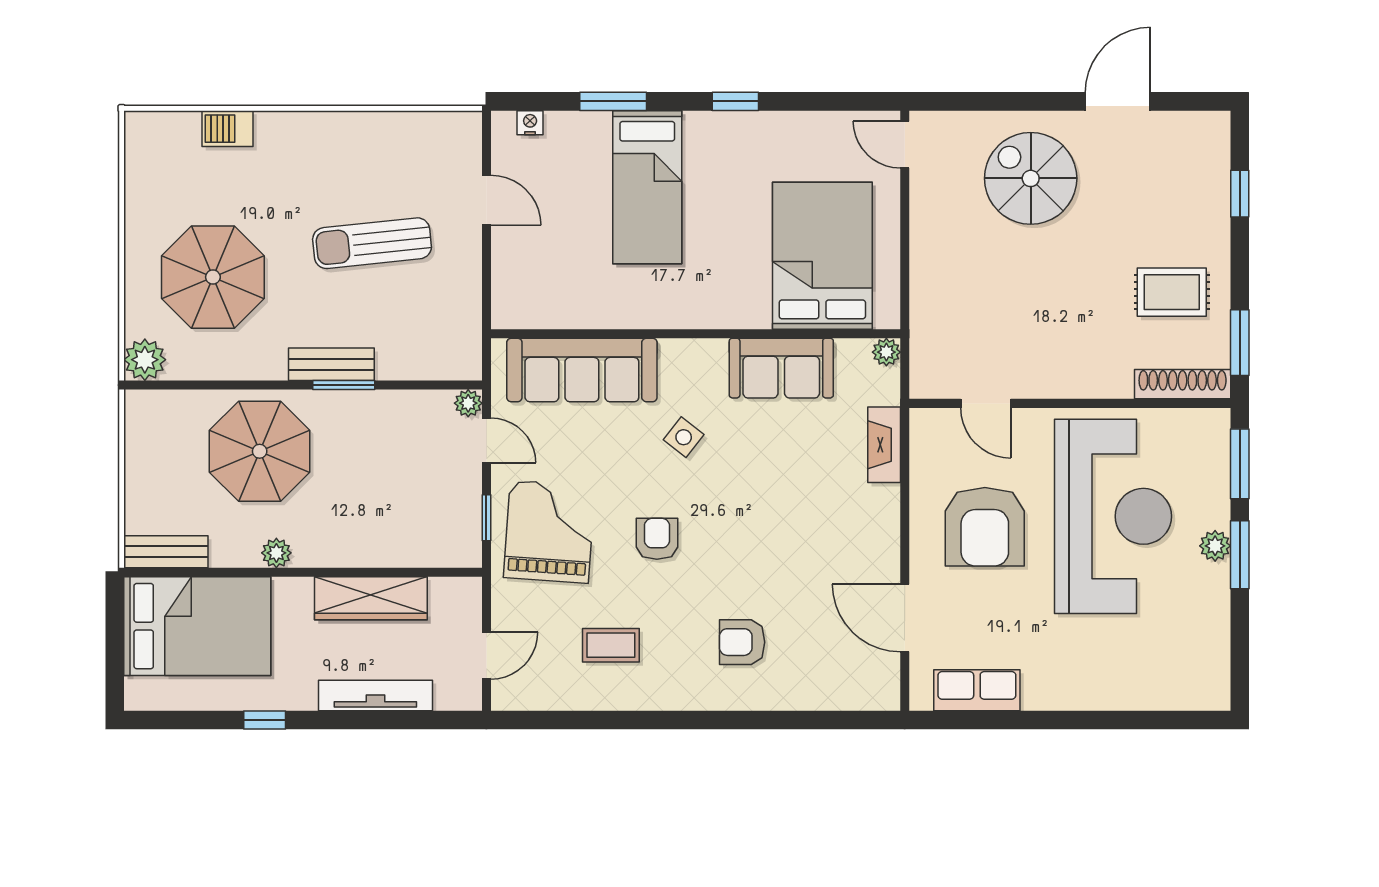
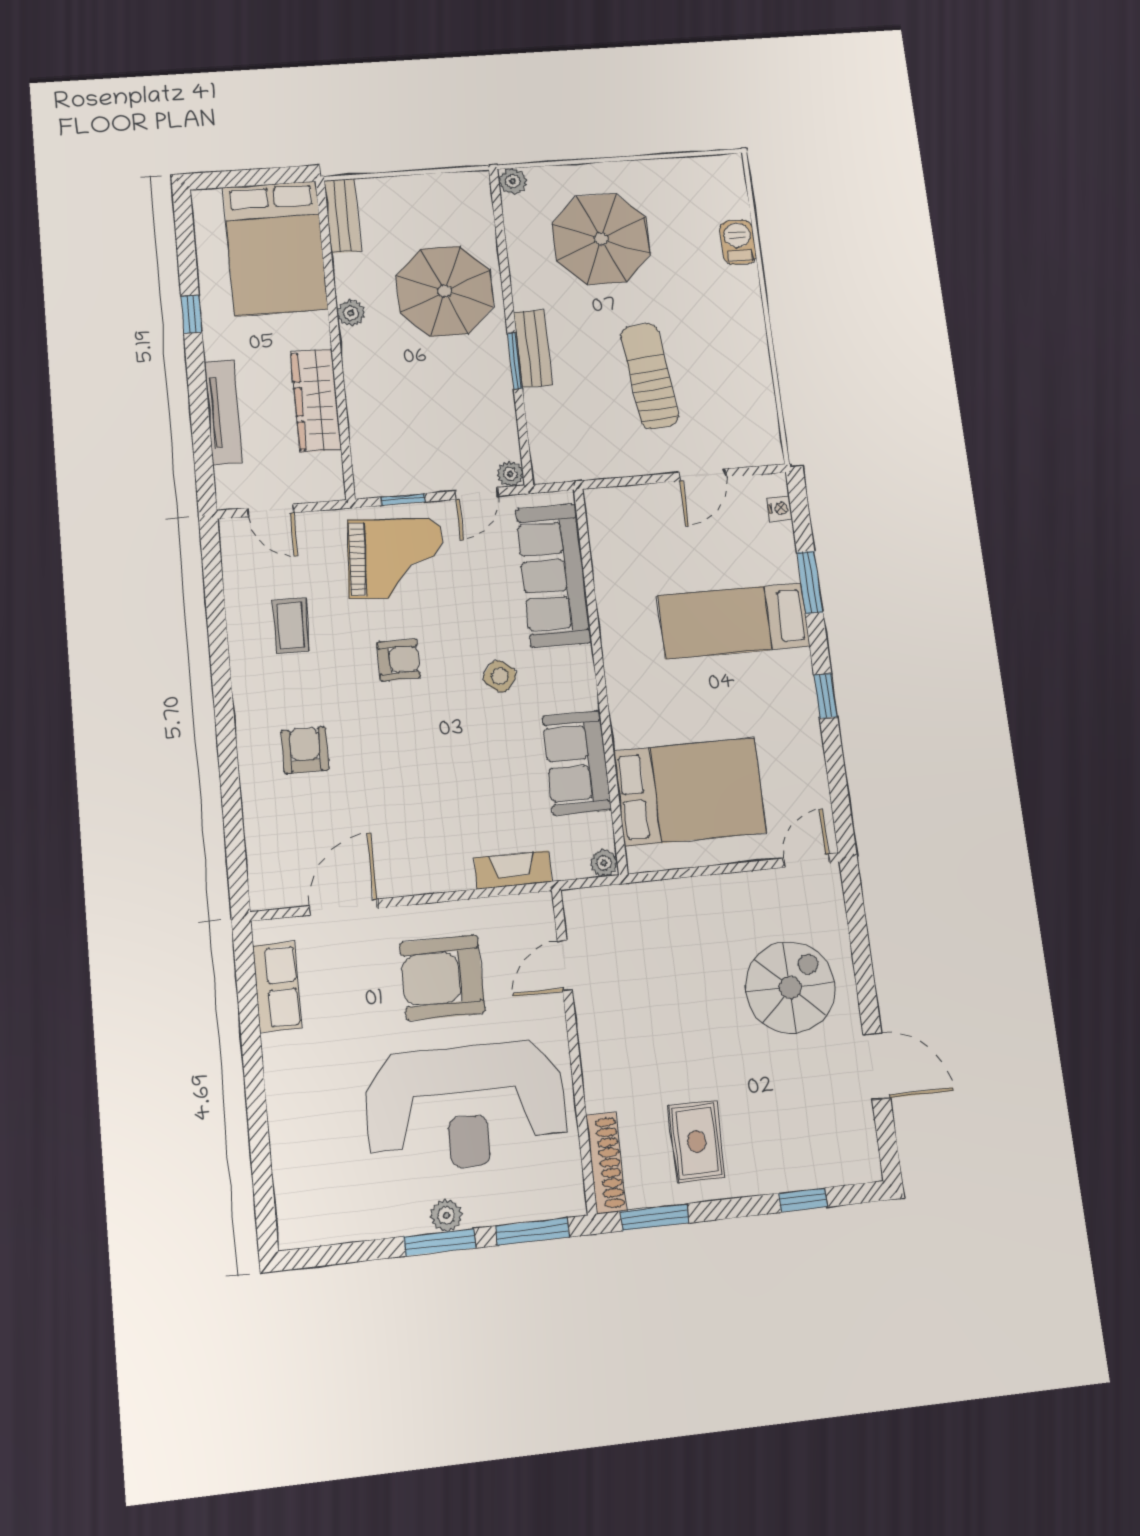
plant: (145, 360) -> (513, 181), width x0.73, depth x0.73

